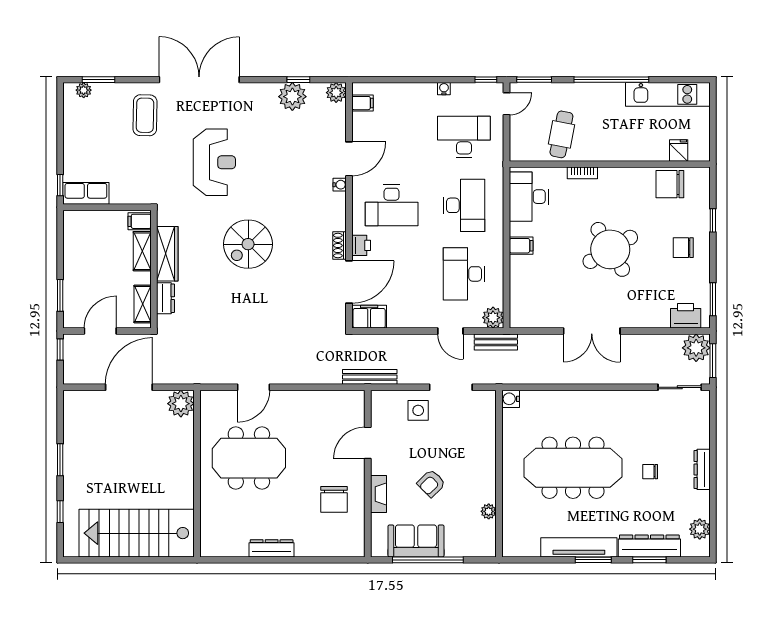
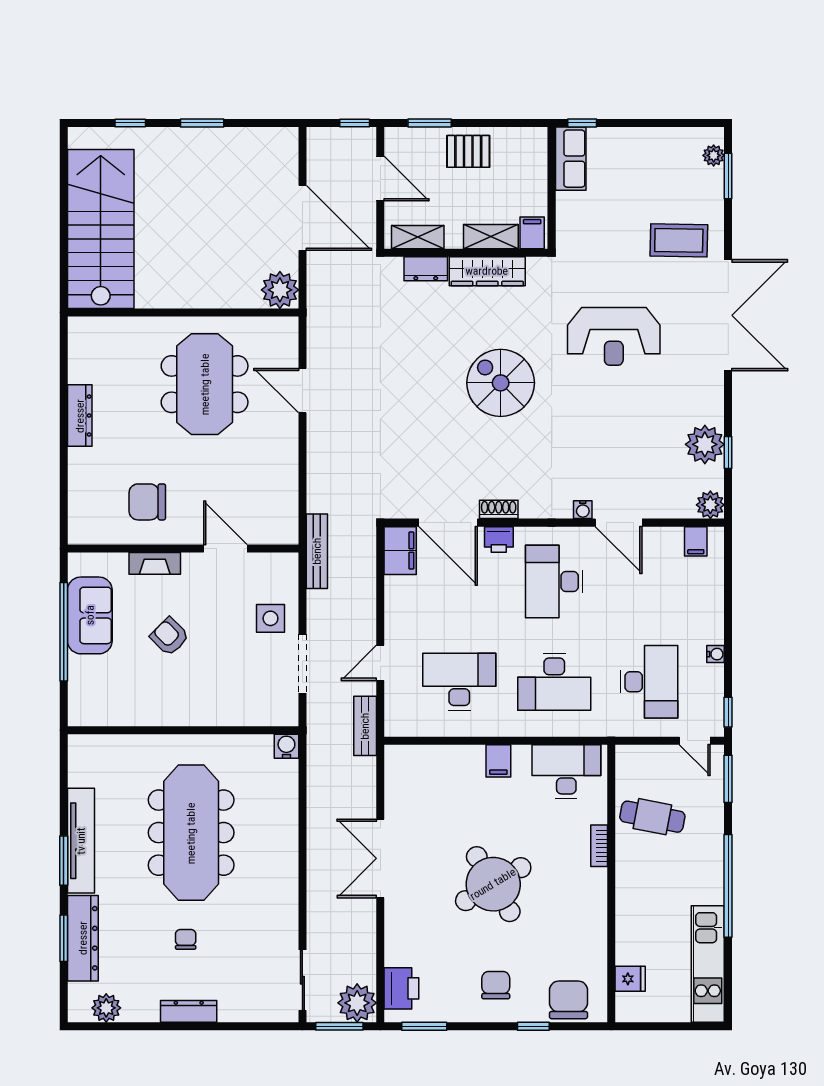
chair: (670, 184) -> (568, 1000), moved
pallet: (81, 267) -> (468, 151), added
plant: (493, 318) -> (399, 722), removed
plant: (489, 511) -> (131, 716), removed

